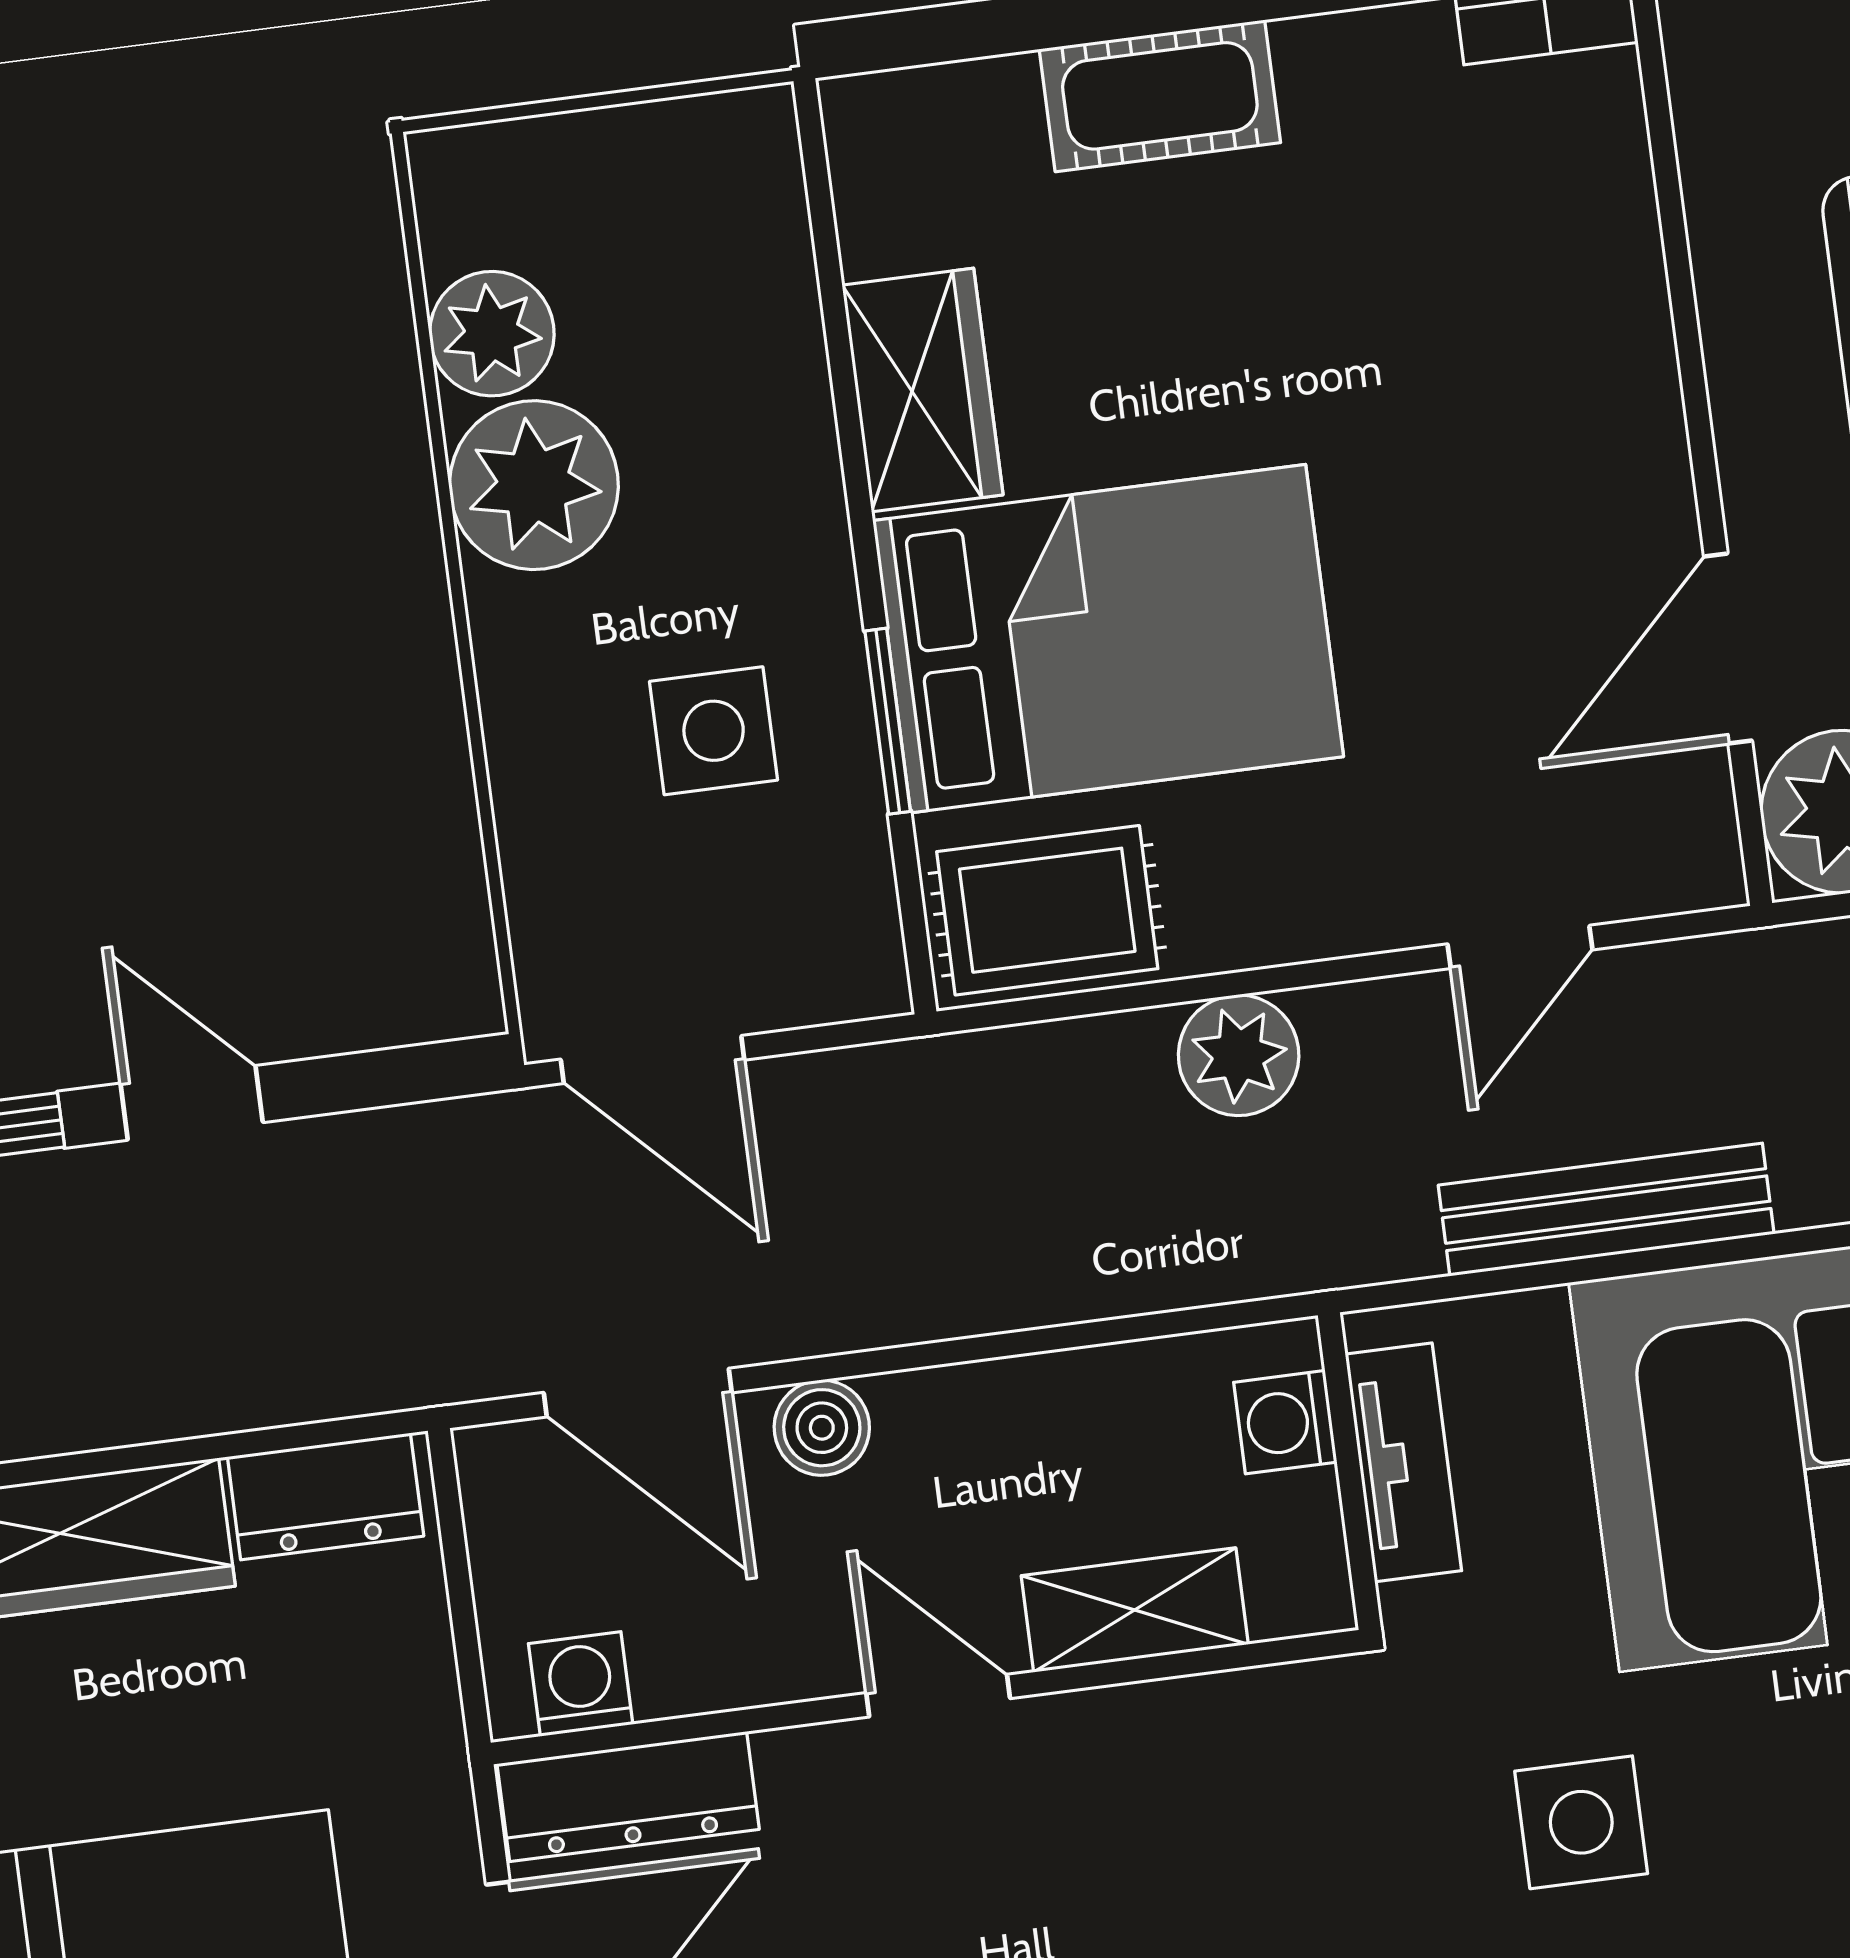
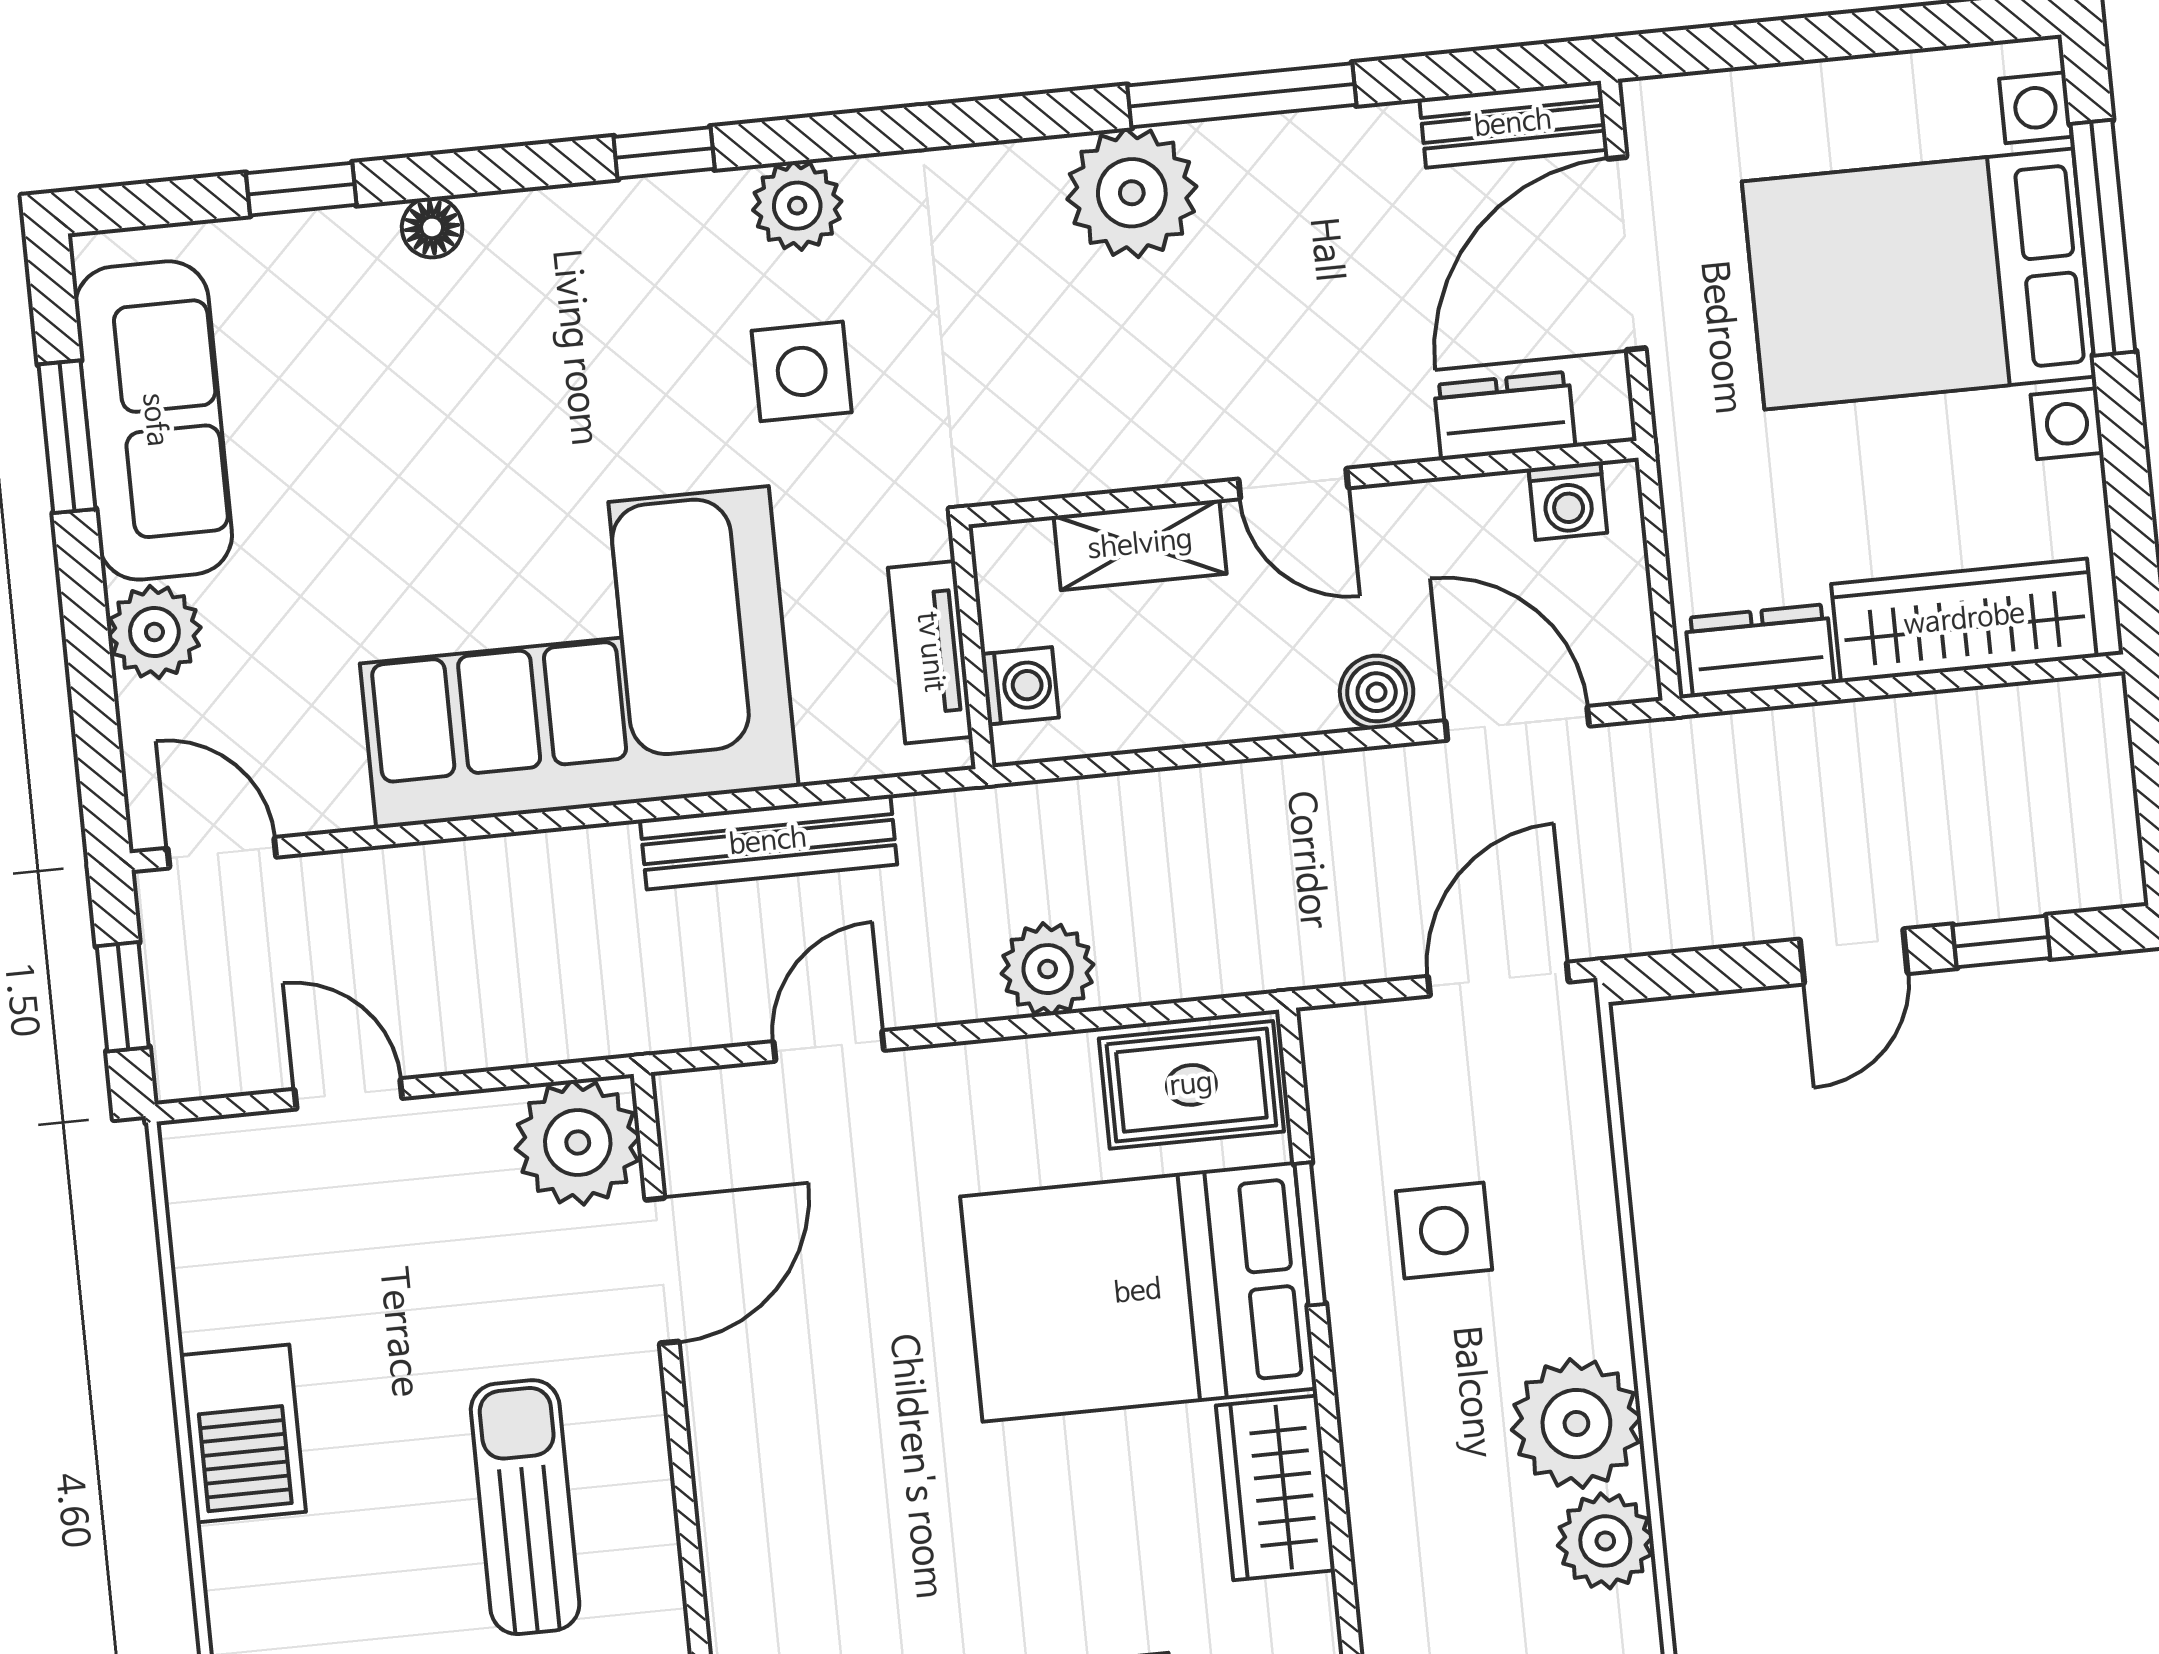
door: (653, 1060) -> (1498, 979), hinge flipped
door: (192, 1103) -> (1854, 956), hinge flipped
dresser: (628, 1797) -> (1505, 416), width x0.70

